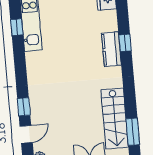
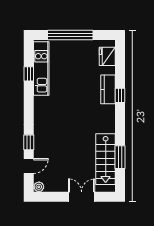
kitchen counter: (111, 49) -> (108, 89), moved
window: (133, 132) -> (120, 157), moved

